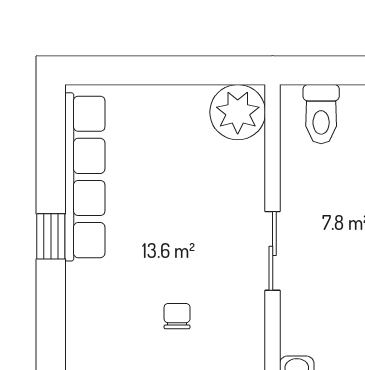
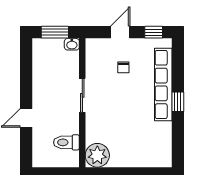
toilet: (321, 114) -> (66, 142), moved, turned -90
row of seats: (85, 177) -> (163, 84), moved

